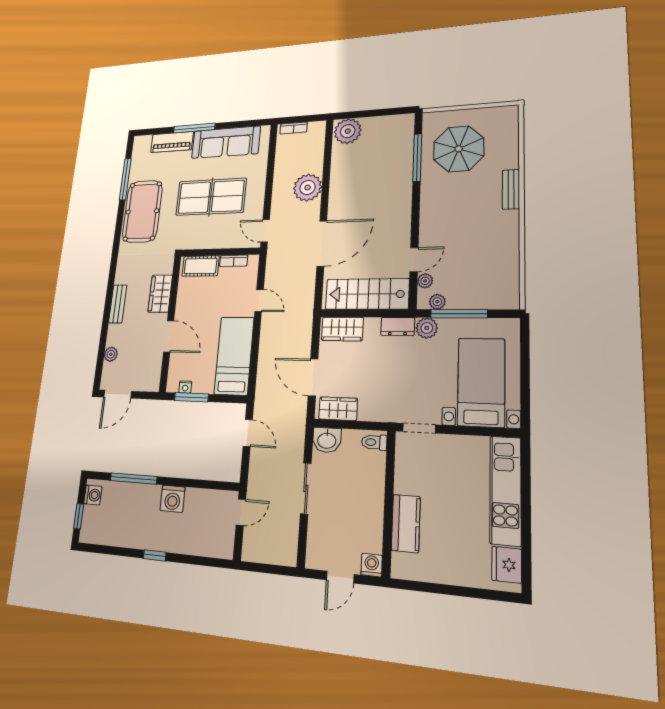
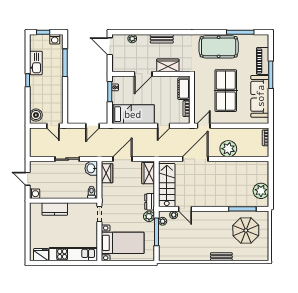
plant: (348, 131) -> (261, 191), moved
door: (322, 243) -> (195, 159), swing flipped
washing machine: (173, 499) -> (57, 87), removed
kitchen sink: (127, 535) -> (36, 63), added
boiler: (218, 545) -> (36, 115), added

